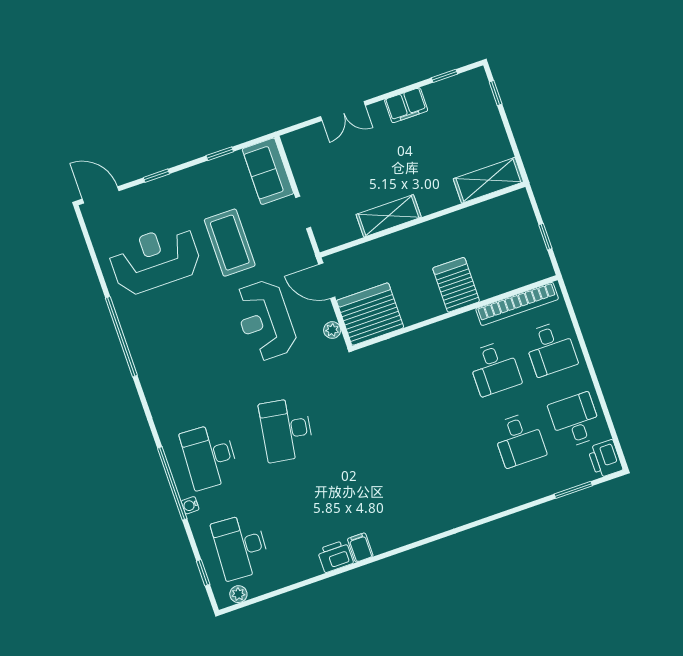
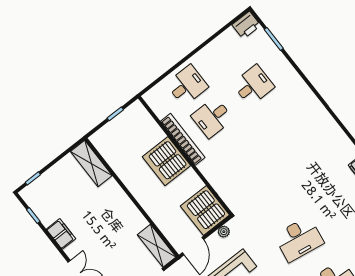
shelving: (389, 216) -> (157, 246), moved
server rack: (456, 285) -> (167, 161), width x1.60
bookcase: (517, 304) -> (183, 139), moved
desk: (494, 368) -> (212, 118), turned 180
desk: (575, 420) -> (228, 53), removed

